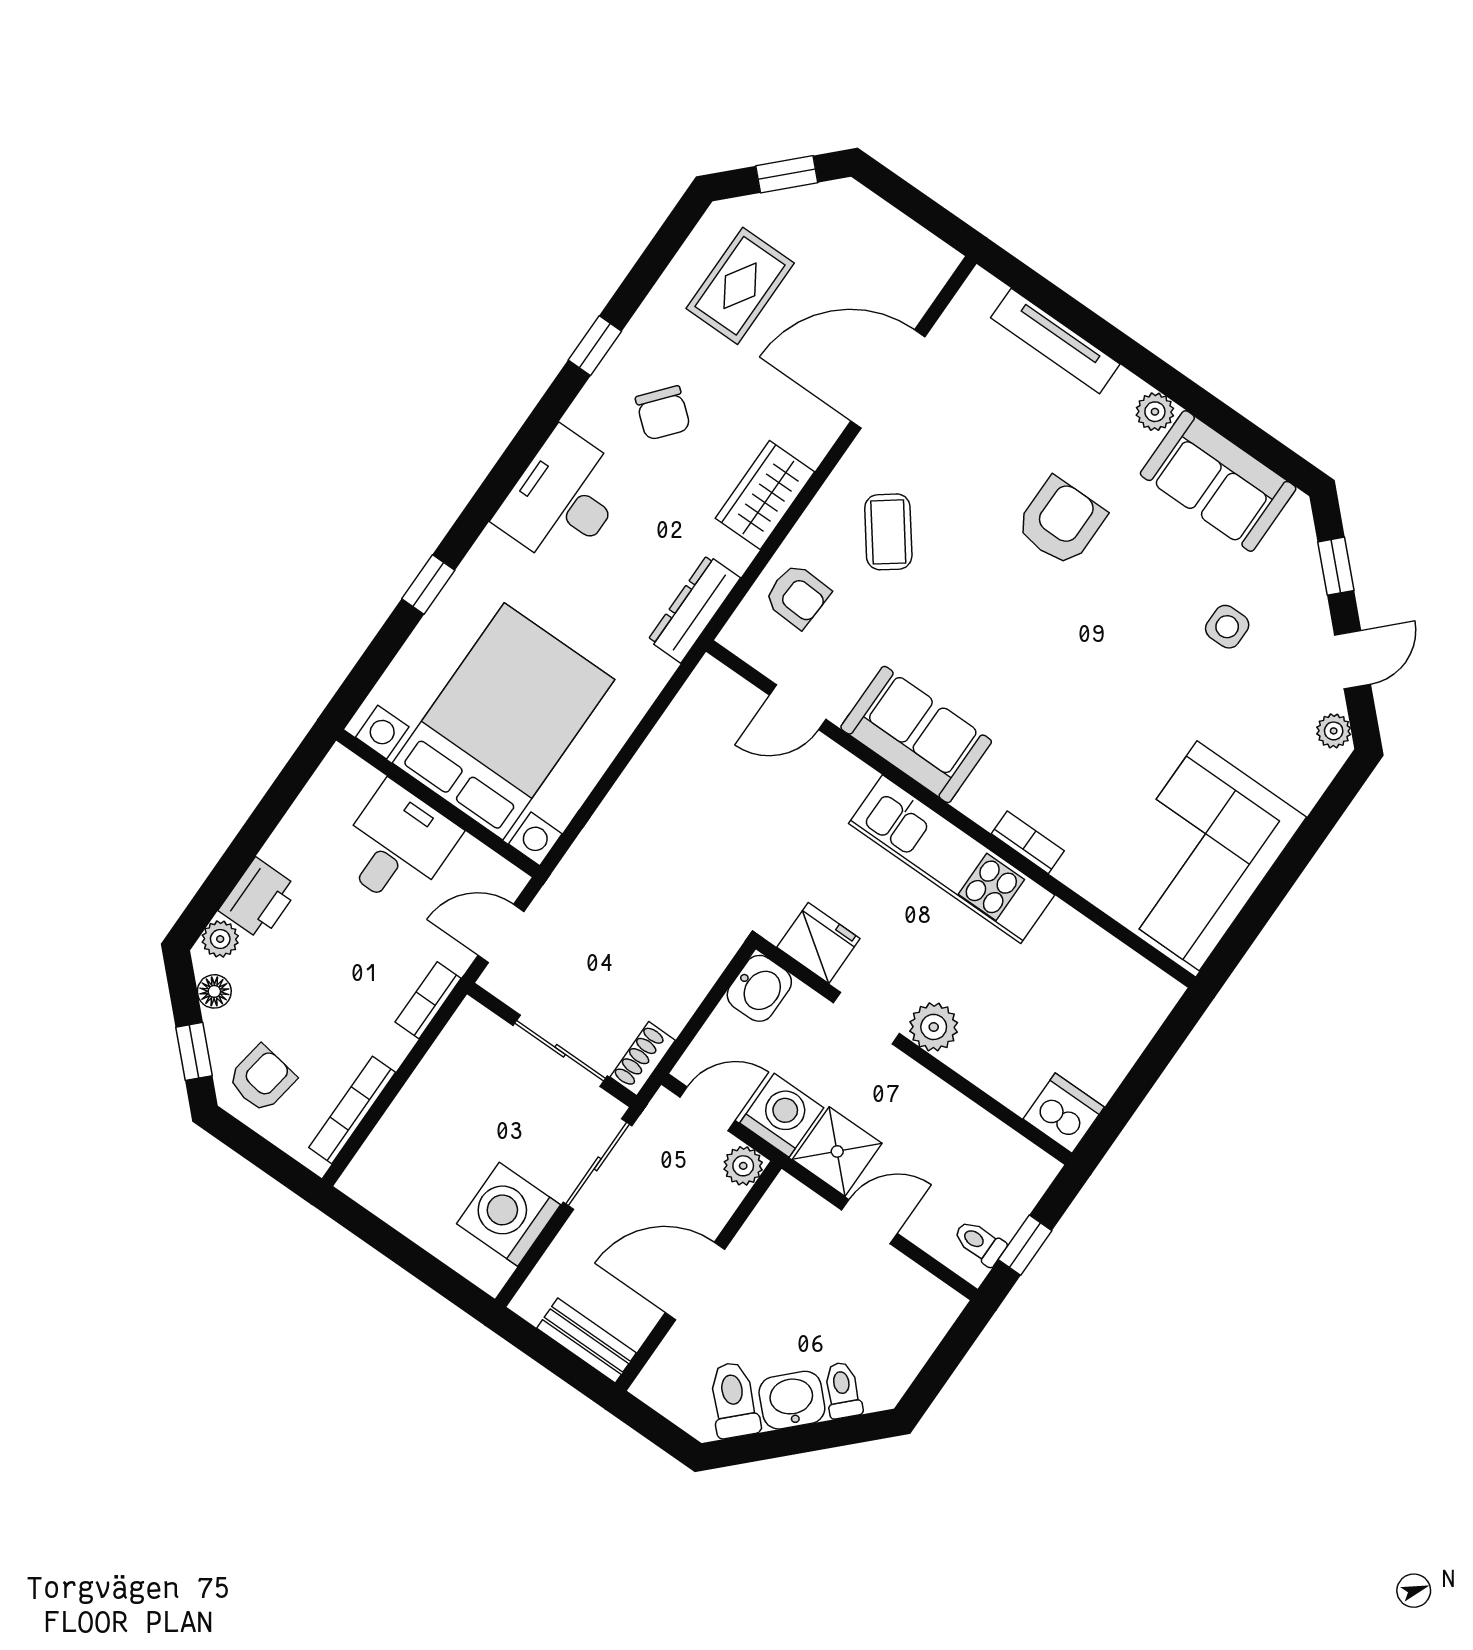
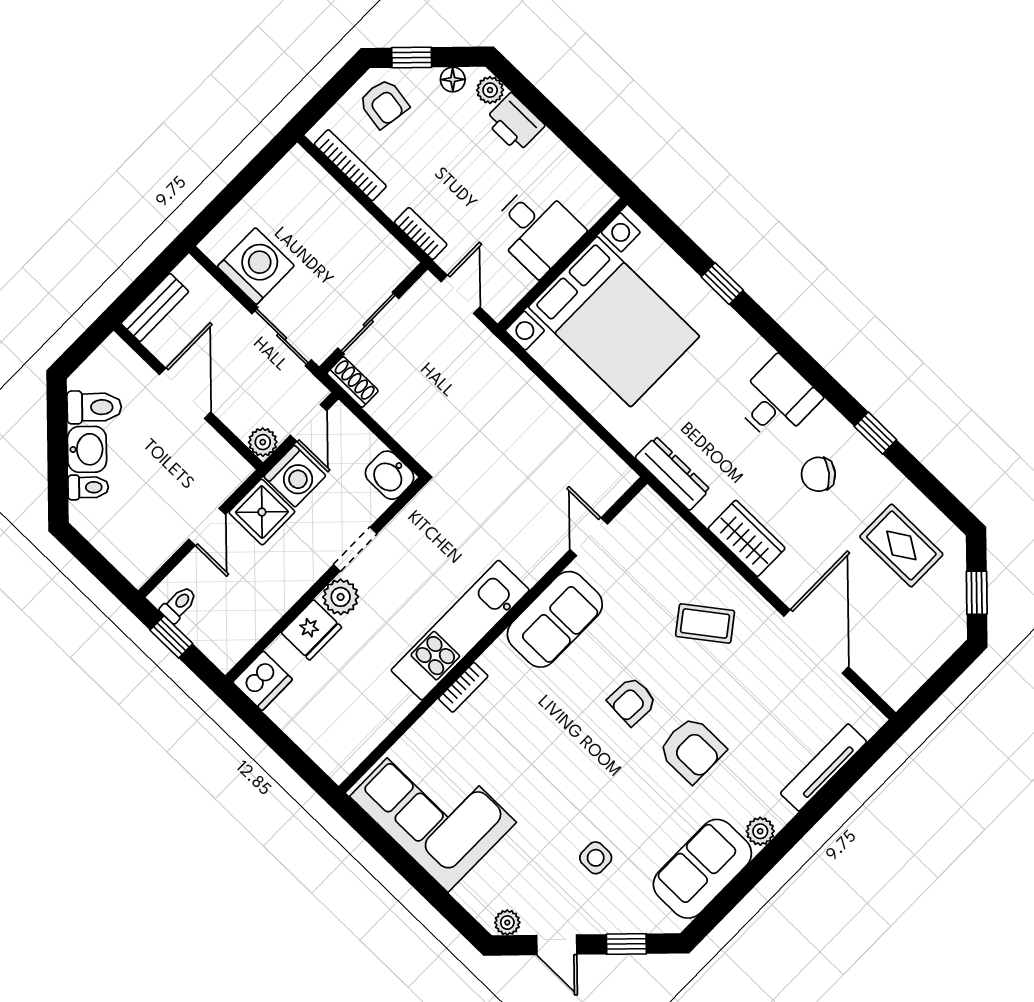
desk: (563, 499) -> (777, 400), width x0.73
armchair: (797, 596) -> (632, 701), moved
fridge: (818, 943) -> (311, 630), moved

